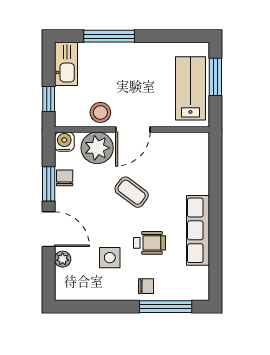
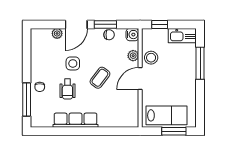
door: (133, 129) -> (140, 79), hinge flipped
plant: (97, 148) -> (133, 56), width x0.53, depth x0.53
side table: (110, 258) -> (73, 63), moved

